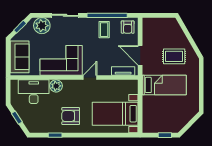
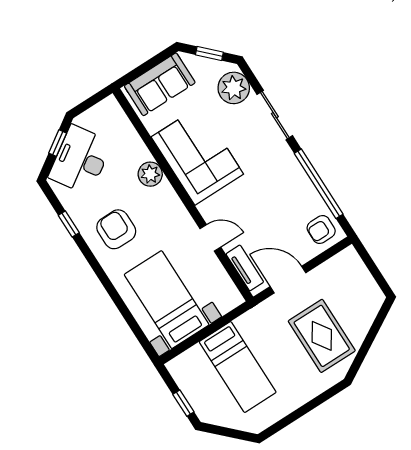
coffee table: (104, 30) -> (292, 194), removed
door: (140, 55) -> (288, 280), hinge flipped
rug: (174, 56) -> (322, 336), width x1.36, depth x1.43
door: (90, 77) -> (210, 238), moved
bed: (164, 85) -> (238, 367), moved
desk: (34, 92) -> (80, 160), moved, turned -124

